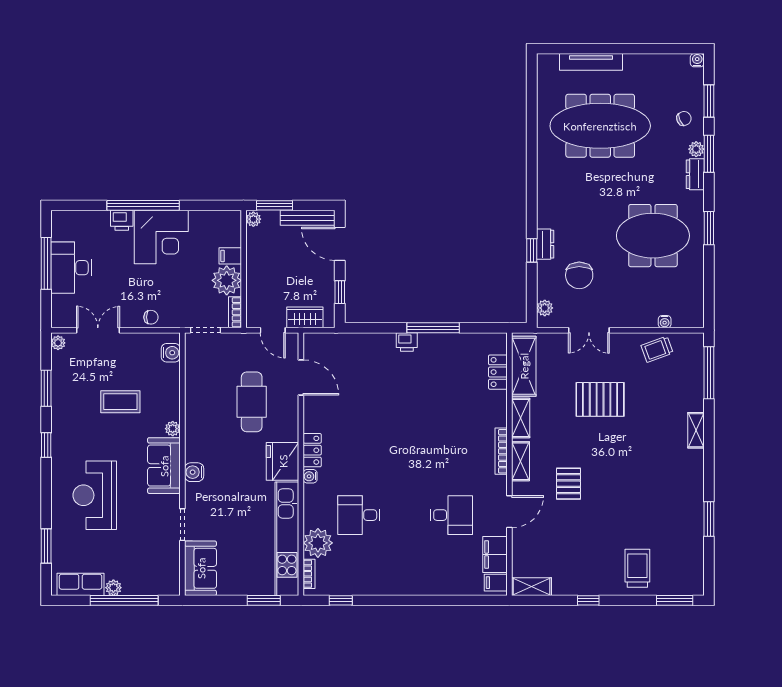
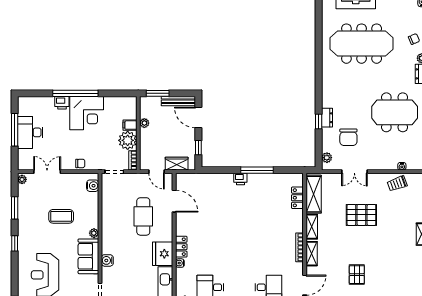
plant: (253, 219) -> (144, 123), moved
pallet: (568, 484) -> (357, 275), moved

